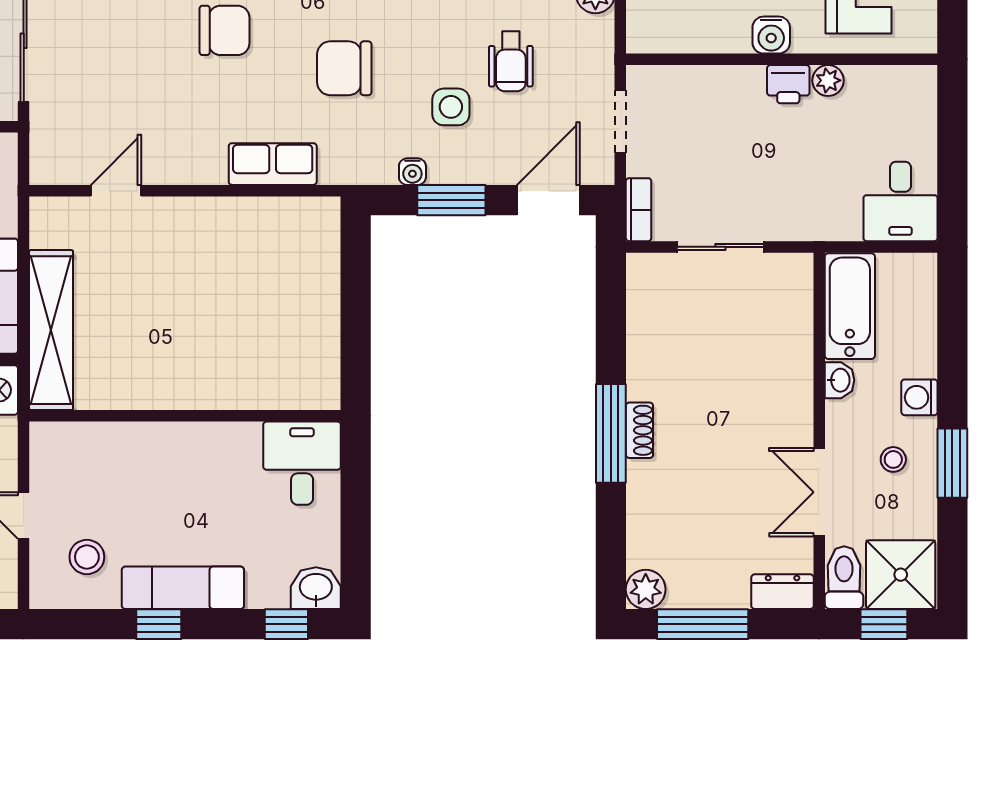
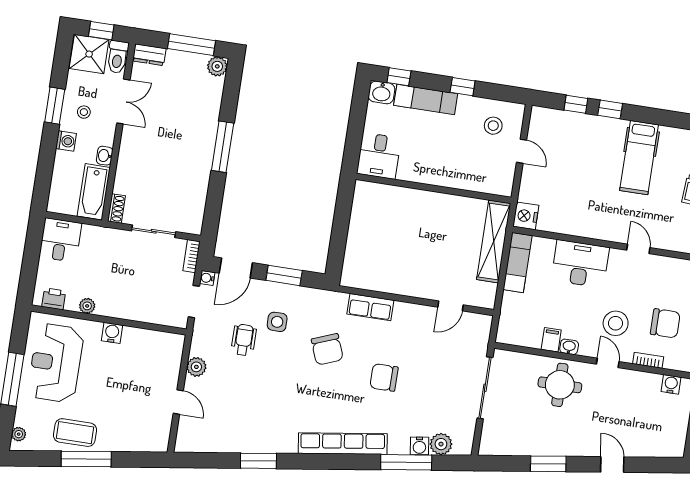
chair: (344, 68) -> (327, 349), turned 69
printer: (788, 84) -> (54, 299), moved
water cooler: (412, 172) -> (207, 278), moved, turned -90
shoe rack: (639, 430) -> (116, 208), moved, turned 180
exam couch: (183, 588) -> (426, 99), moved

